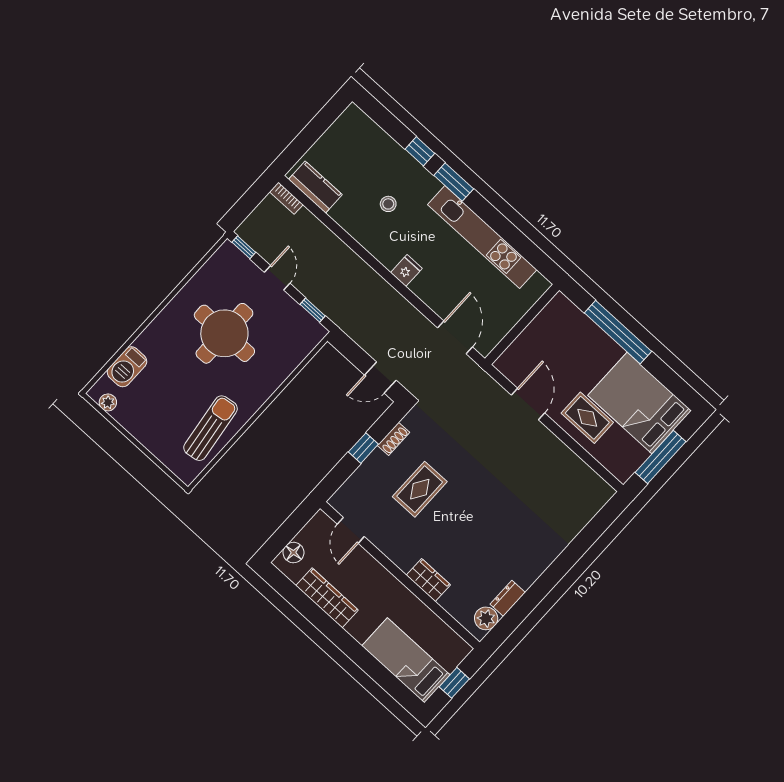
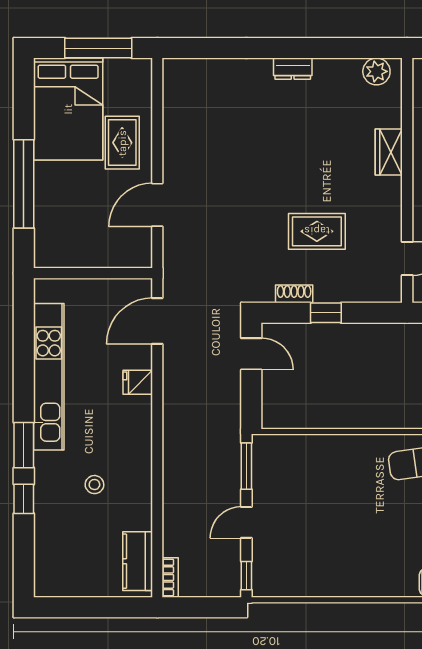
fridge: (406, 270) -> (138, 382), moved
window: (313, 310) -> (246, 466), width x1.50
round table: (224, 333) -> (336, 524), removed
dresser: (508, 598) -> (293, 69), moved

